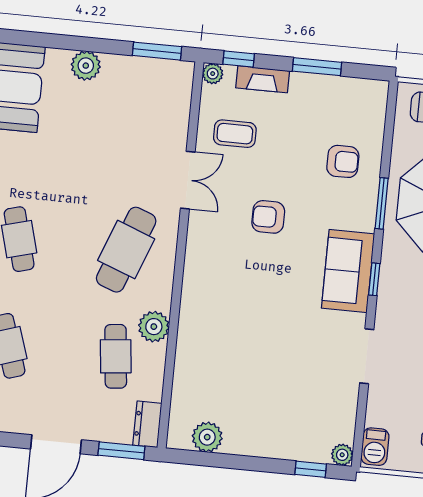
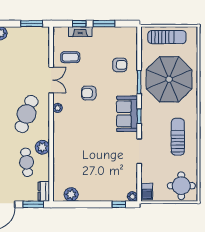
window: (239, 59) -> (79, 24), moved
plant: (213, 74) -> (58, 108), moved

